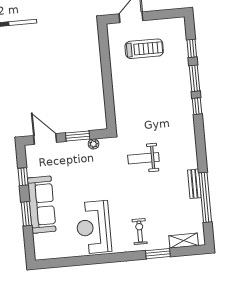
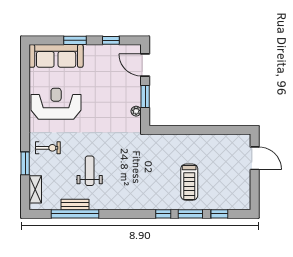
treadmill: (144, 49) -> (189, 182), moved
door: (45, 139) -> (145, 65), swing flipped
weight bench: (143, 158) -> (90, 171), moved
bench: (194, 184) -> (75, 205), moved
sofa: (42, 205) -> (56, 56), moved

